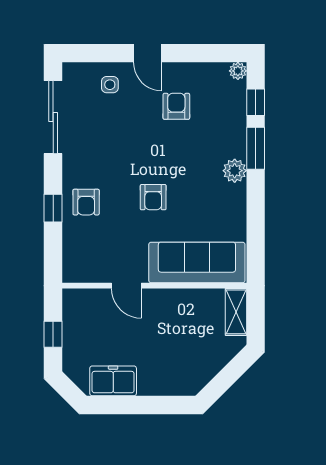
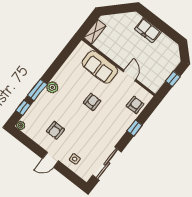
door: (148, 53) -> (50, 160), swing flipped
armchair: (86, 202) -> (135, 105), moved
sofa: (197, 262) -> (100, 67), width x0.73
freezer: (113, 381) -> (148, 30), moved

